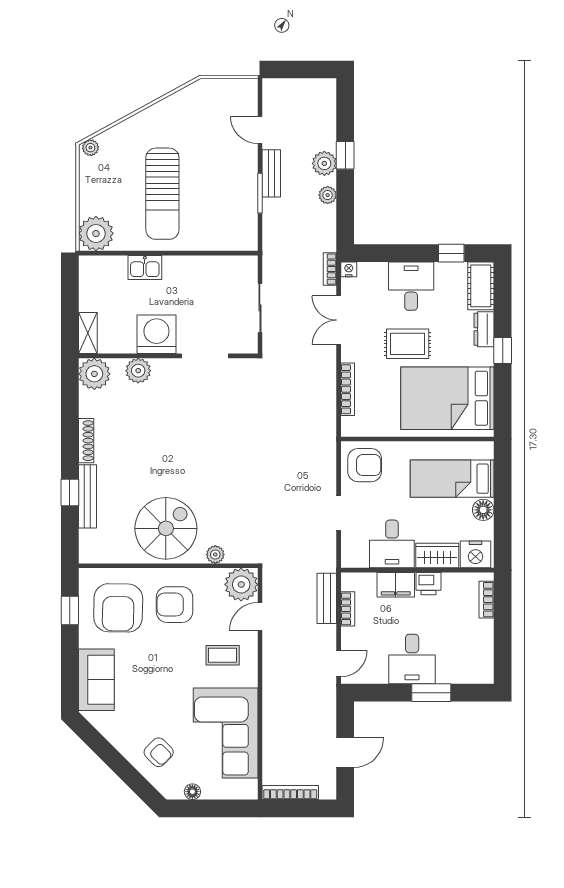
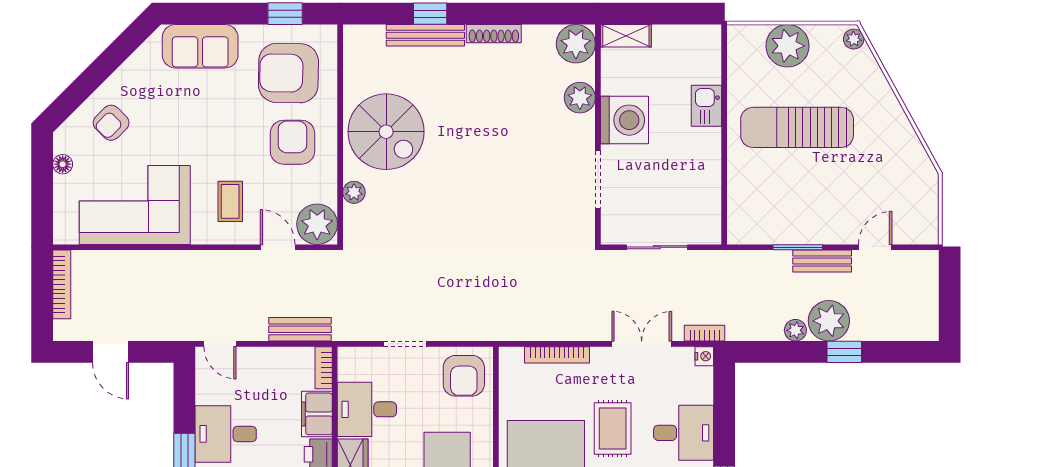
plant: (324, 163) -> (829, 321), width x1.36, depth x1.36
plant: (96, 233) -> (787, 46), moved
bookcase: (348, 609) -> (324, 368), moved, turned 90

